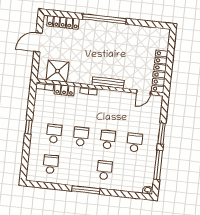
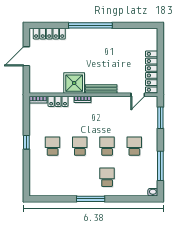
shower: (57, 71) -> (74, 83), moved
window: (162, 134) -> (160, 118), moved
school desk: (51, 164) -> (53, 177), removed

